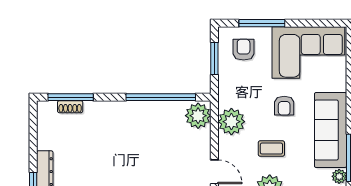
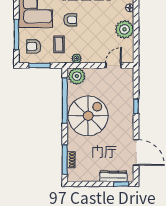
plant: (231, 122) -> (77, 58), width x0.53, depth x0.53
spiral stairs: (137, 133) -> (88, 116), added
coffee table: (271, 149) -> (59, 44), moved

